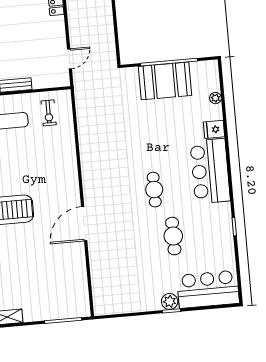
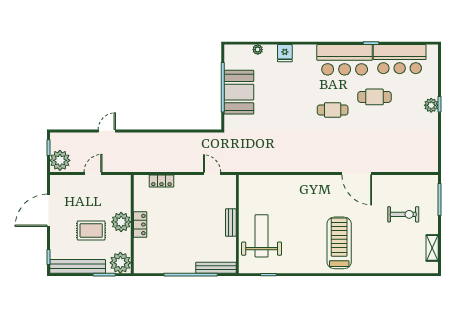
exercise bike: (49, 113) -> (403, 214), moved, width x1.38, depth x1.39
bar counter: (210, 171) -> (345, 60), moved
bar counter: (208, 289) -> (400, 59), moved, turned -90

